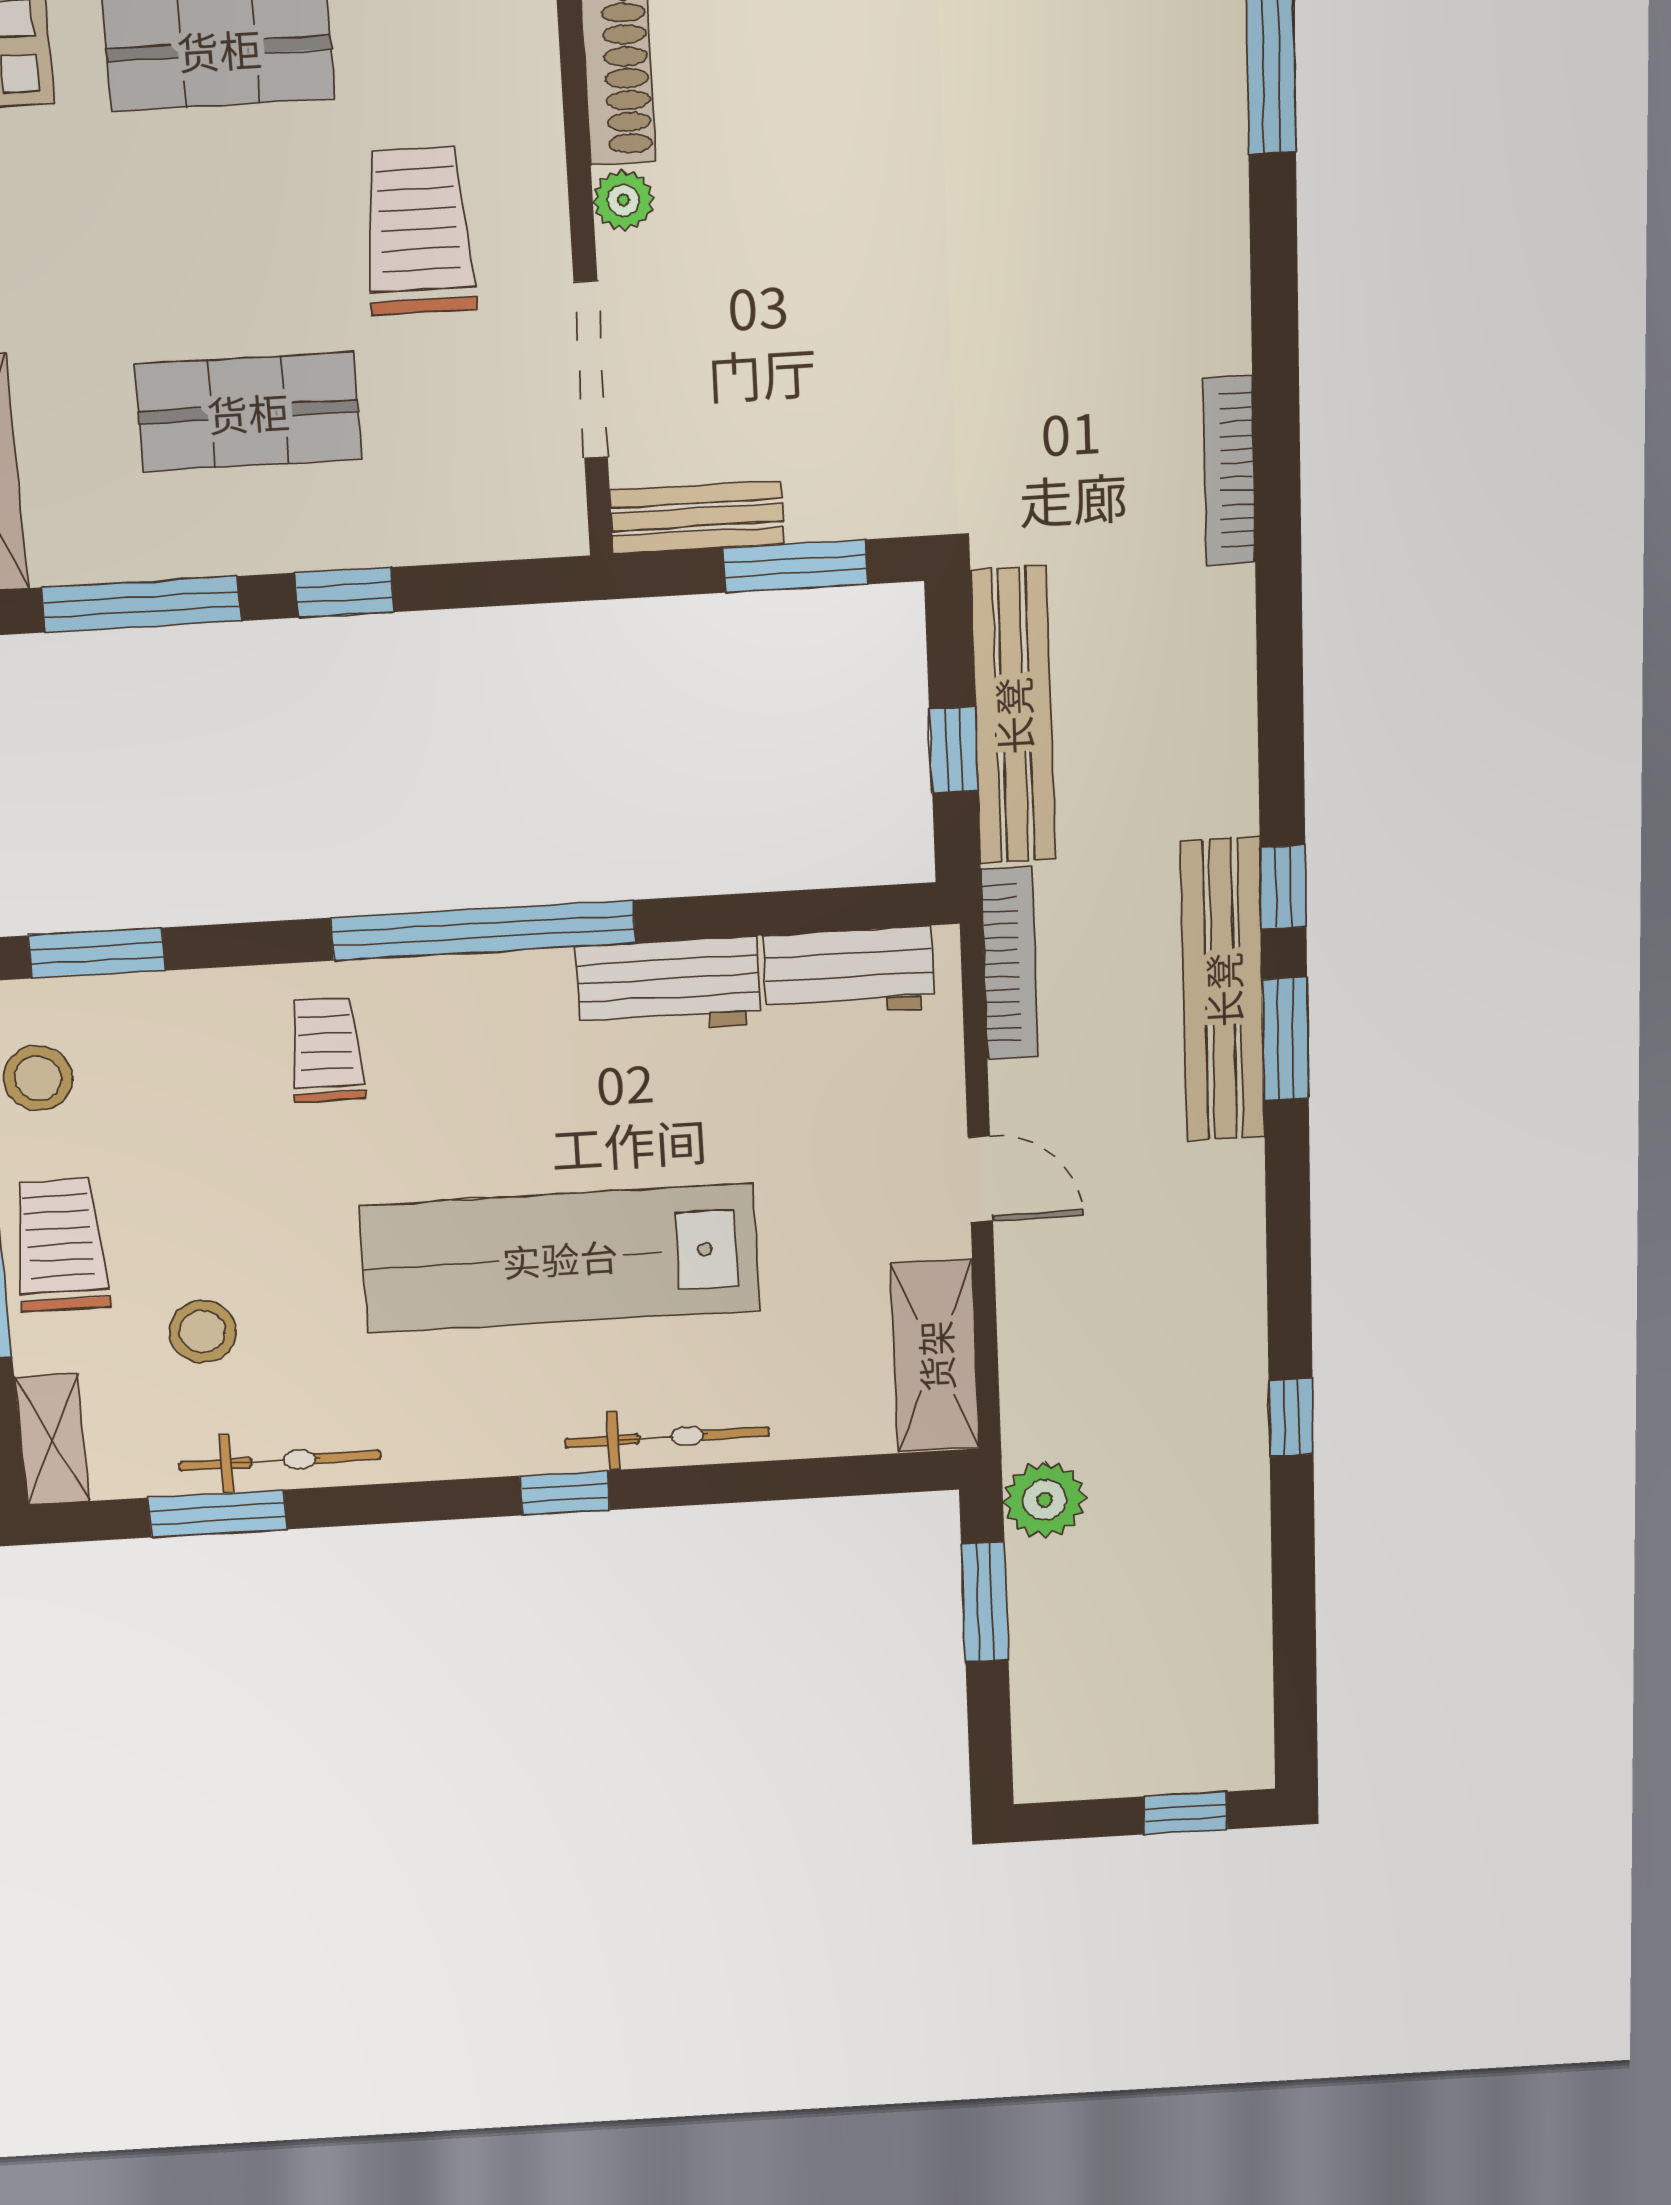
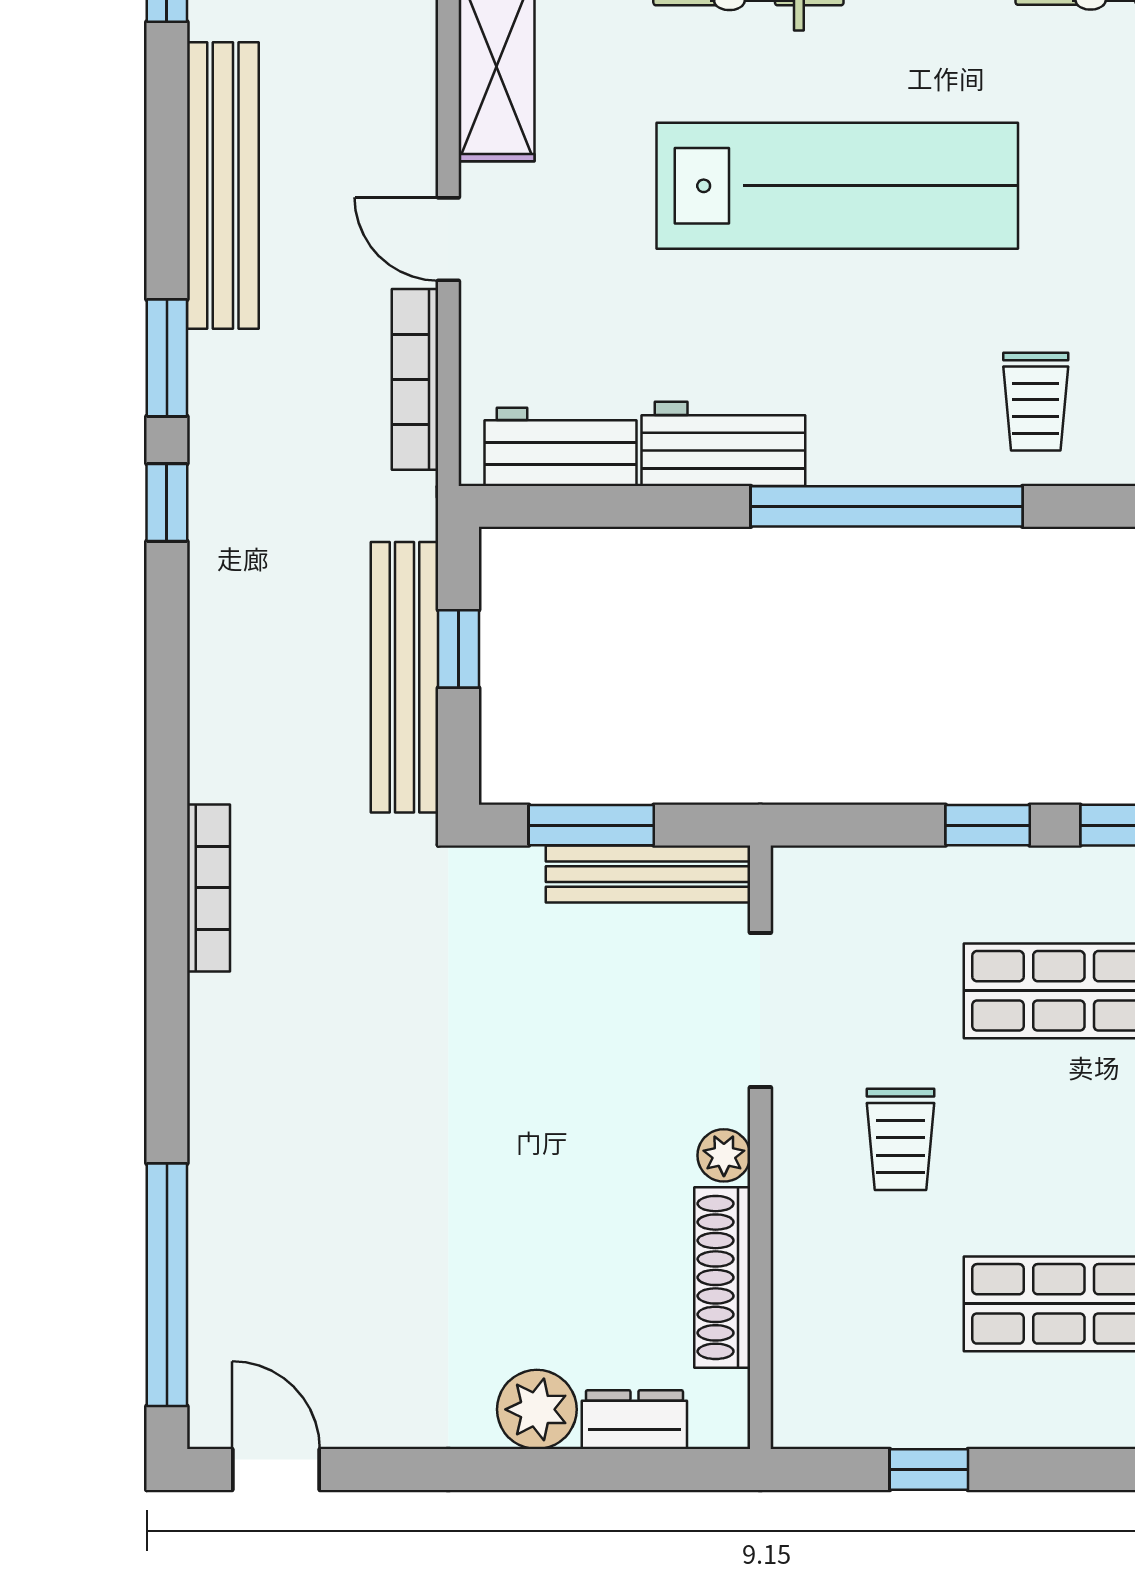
trolley: (419, 231) -> (901, 1139), width x0.73, depth x0.72
bench: (697, 517) -> (648, 874), width x1.36
bookcase: (1010, 963) -> (415, 379), moved
bench: (1223, 990) -> (223, 186), moved

